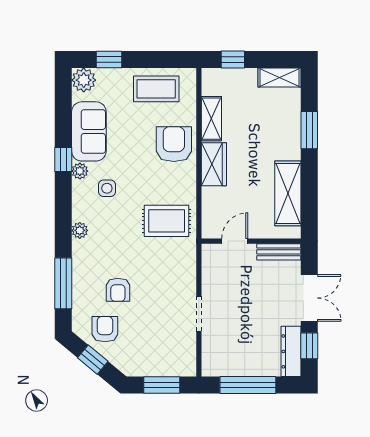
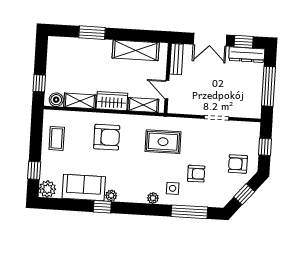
shelving: (280, 78) -> (143, 105), moved, turned 90
boiler: (211, 85) -> (56, 100), added
coffee table: (156, 89) -> (57, 138), width x0.73, depth x0.77
armchair: (174, 144) -> (107, 137), moved, turned 180
side table: (107, 188) -> (173, 188), moved
rug: (167, 221) -> (163, 142), moved, turned 90
double door: (309, 298) -> (210, 40), swing flipped
armchair: (105, 329) -> (238, 164), moved
window: (162, 385) -> (265, 147), width x0.67

